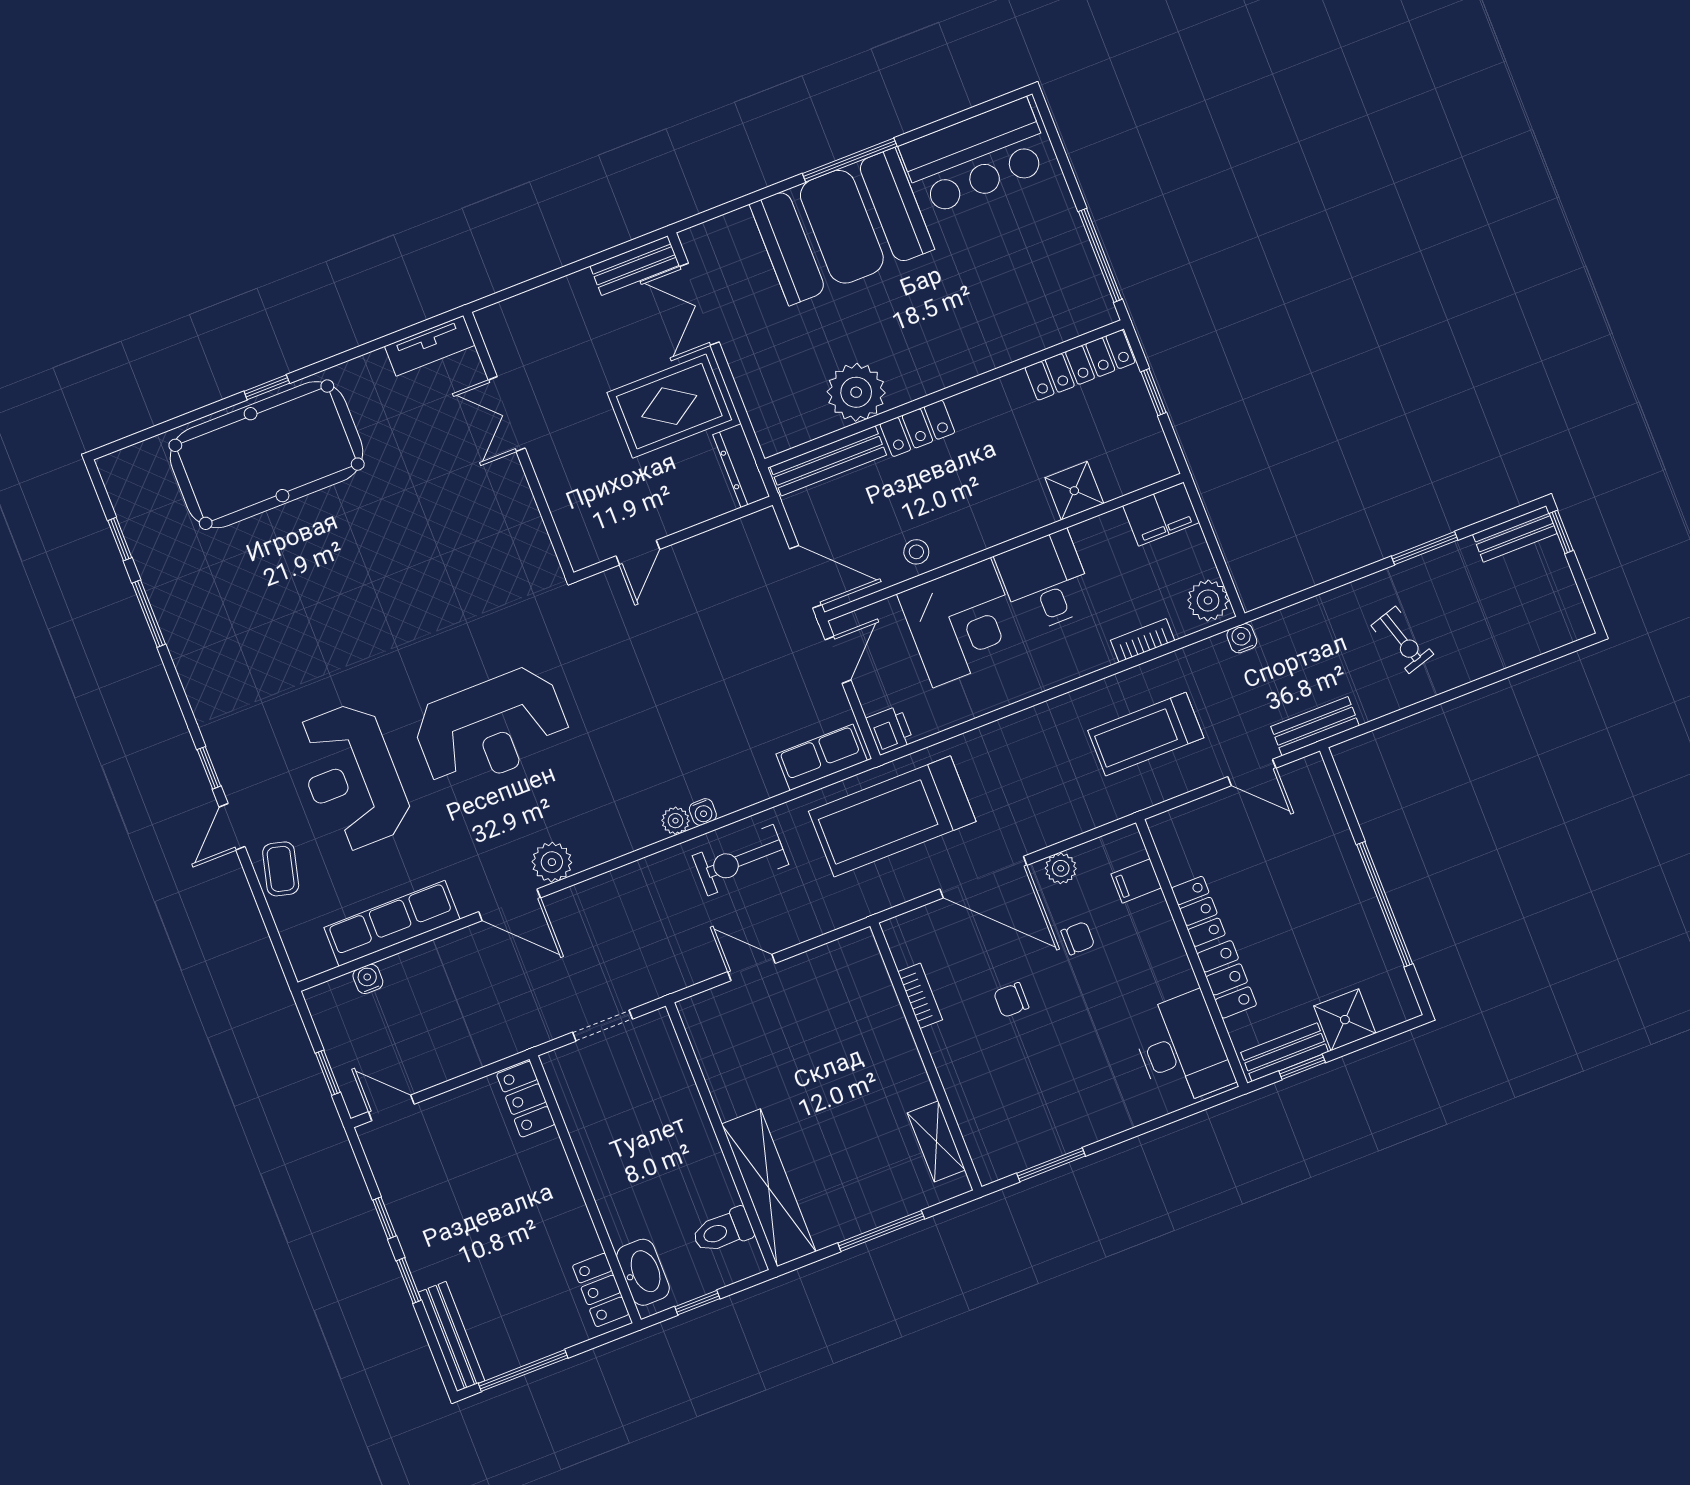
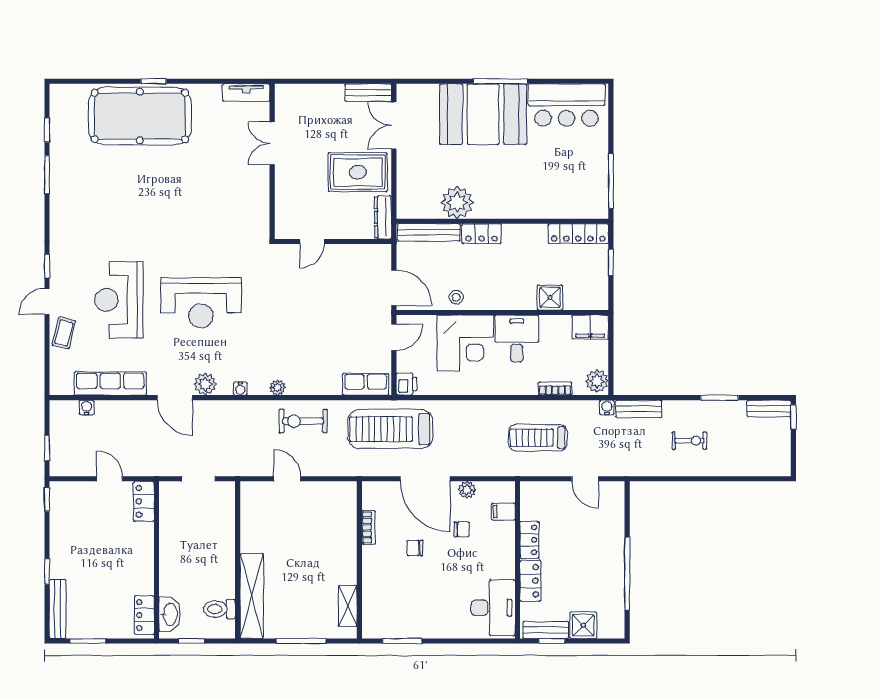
exercise bike: (1402, 640) -> (689, 441), turned -73
bench: (1315, 726) -> (639, 409), moved
water cooler: (703, 812) -> (240, 389), moved
door: (391, 1108) -> (110, 479), moved
window: (384, 1218) -> (47, 500), moved
window: (523, 1371) -> (88, 641), width x0.69

